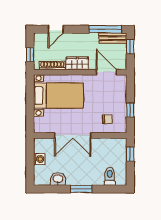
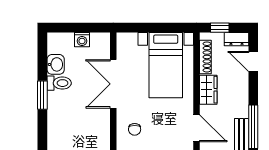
dresser: (39, 42) -> (236, 39), added
door: (106, 72) -> (197, 128), hinge flipped
toilet: (110, 176) -> (59, 83), moved

